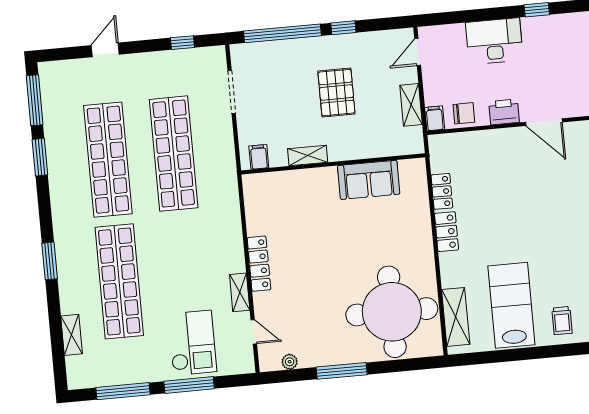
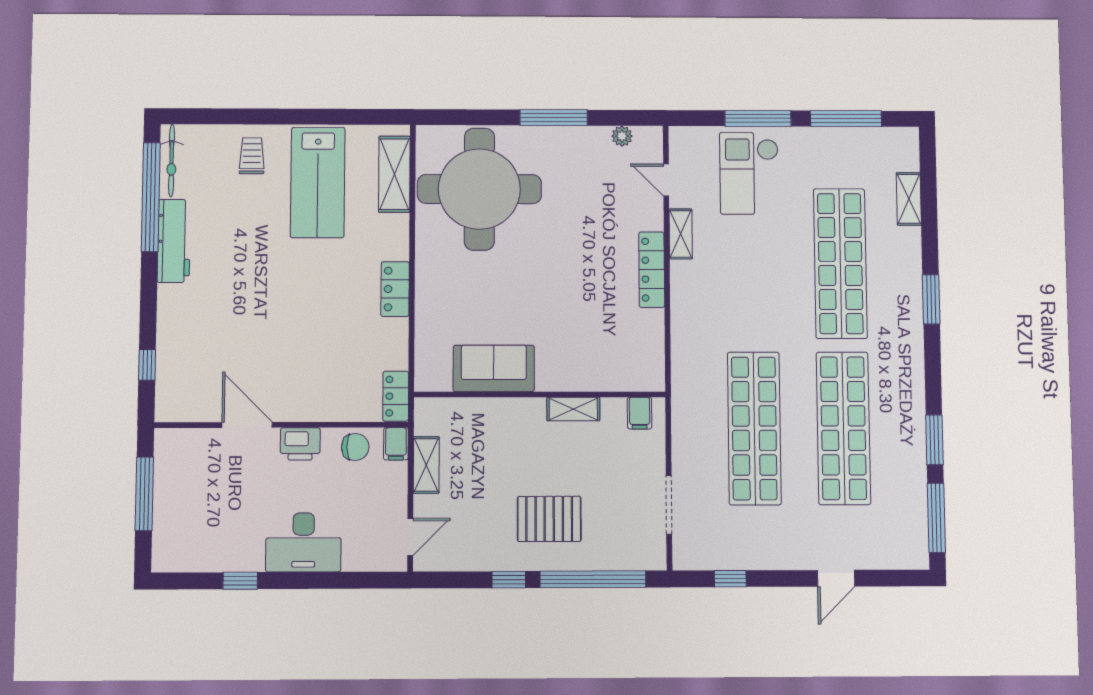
pallet: (336, 93) -> (549, 519), moved, turned 90
chair: (464, 113) -> (355, 447), turned 180
locker: (442, 191) -> (396, 396), moved

